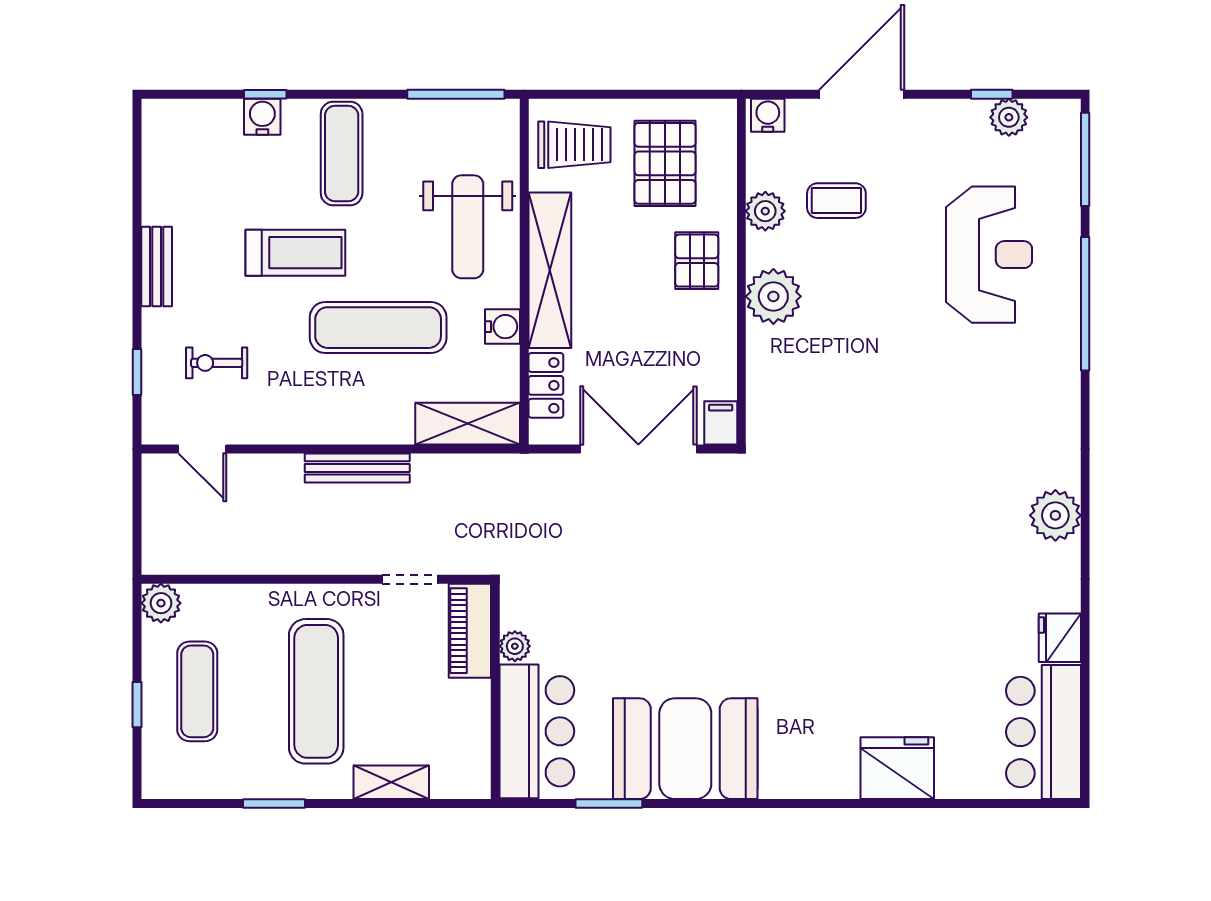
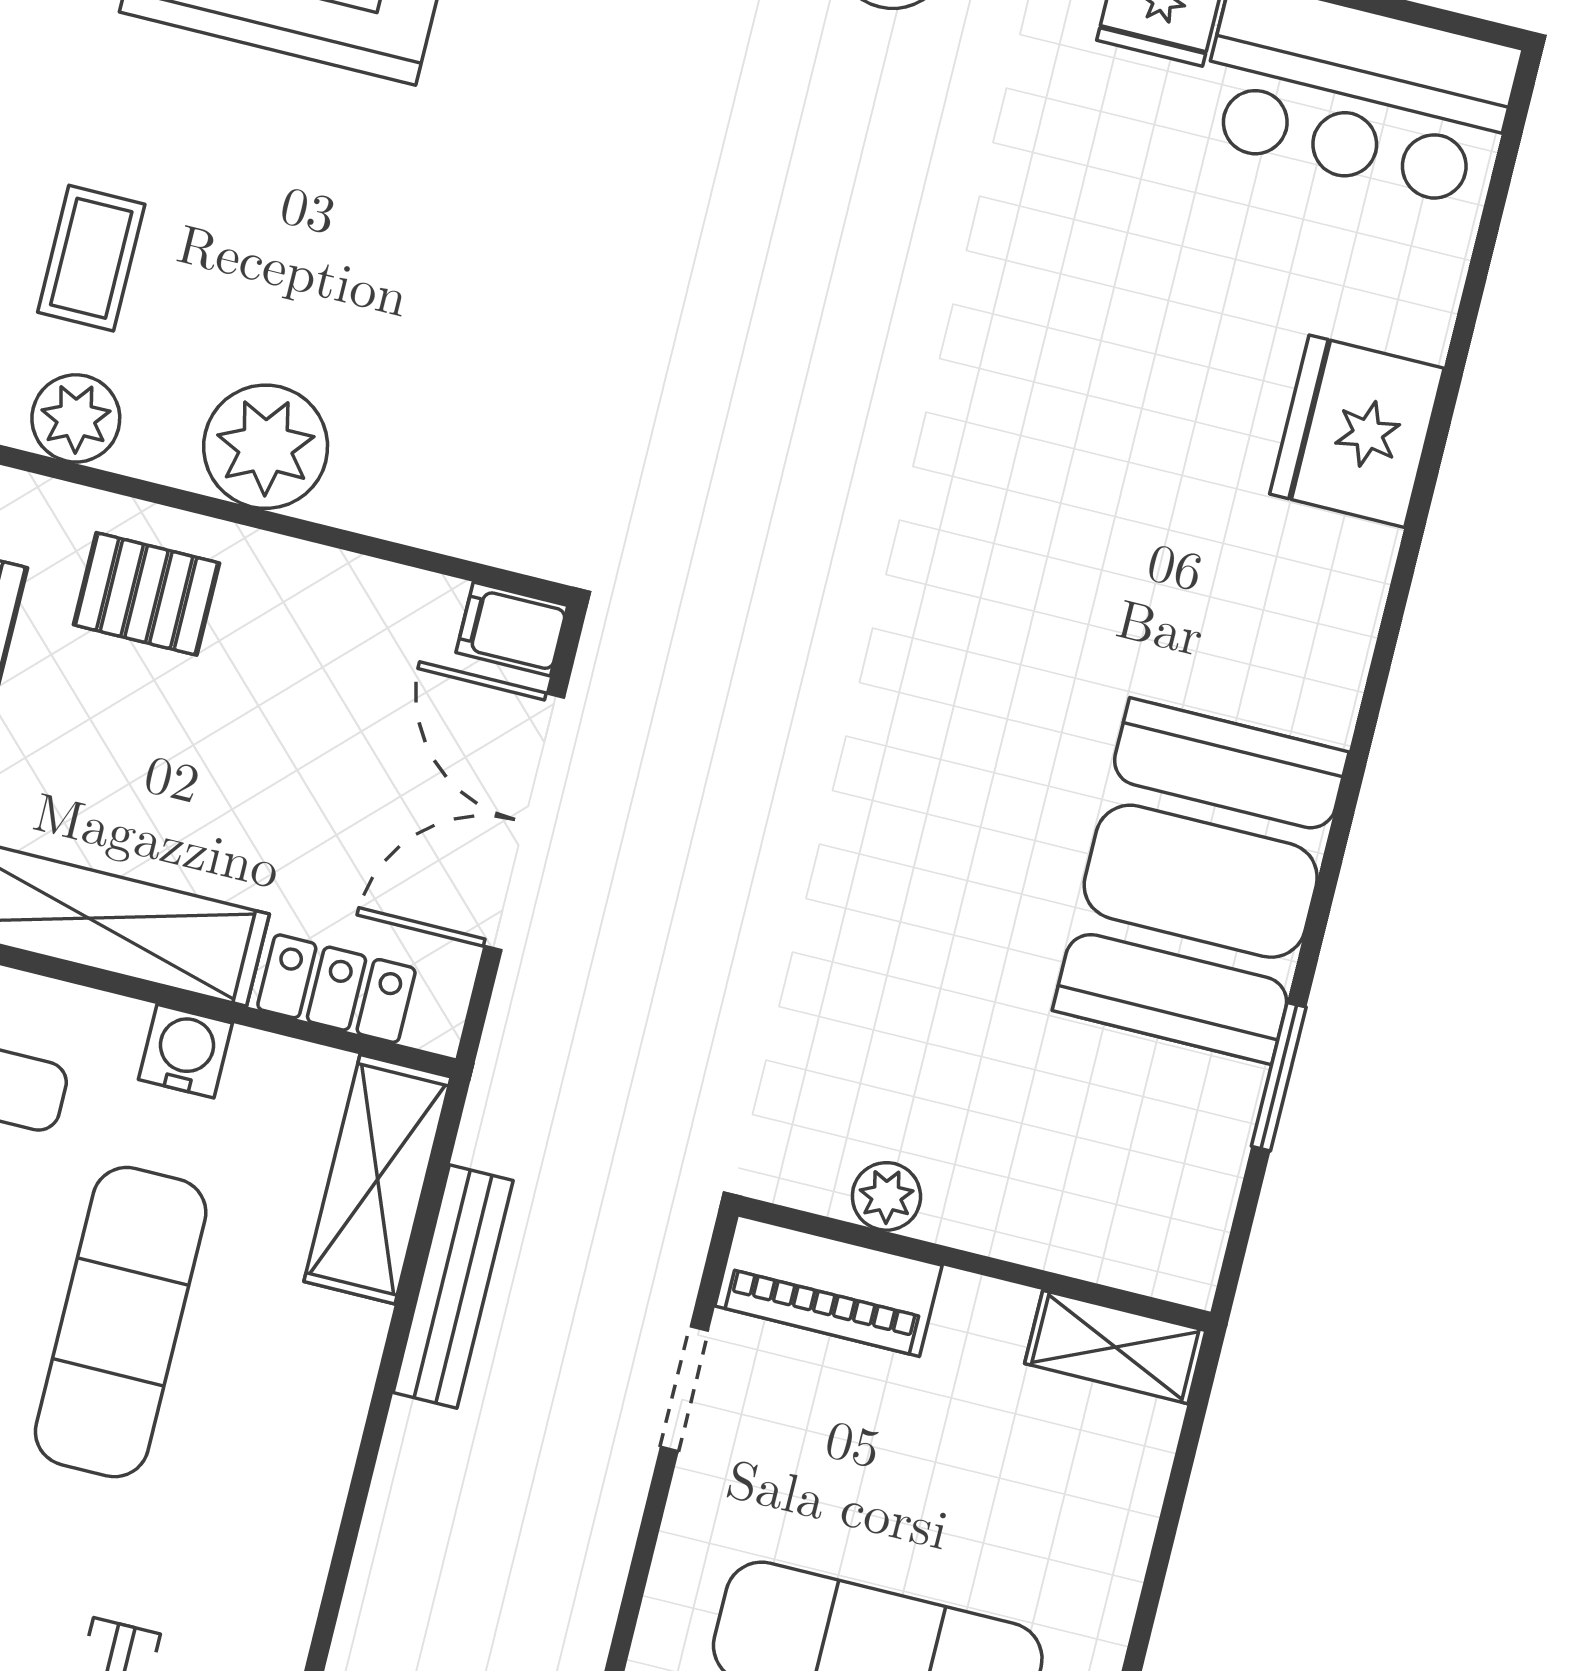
bench: (357, 468) -> (453, 1286), moved
bar counter: (537, 731) -> (1083, 1194), removed
shelving: (391, 782) -> (1115, 1347), moved, turned 90

